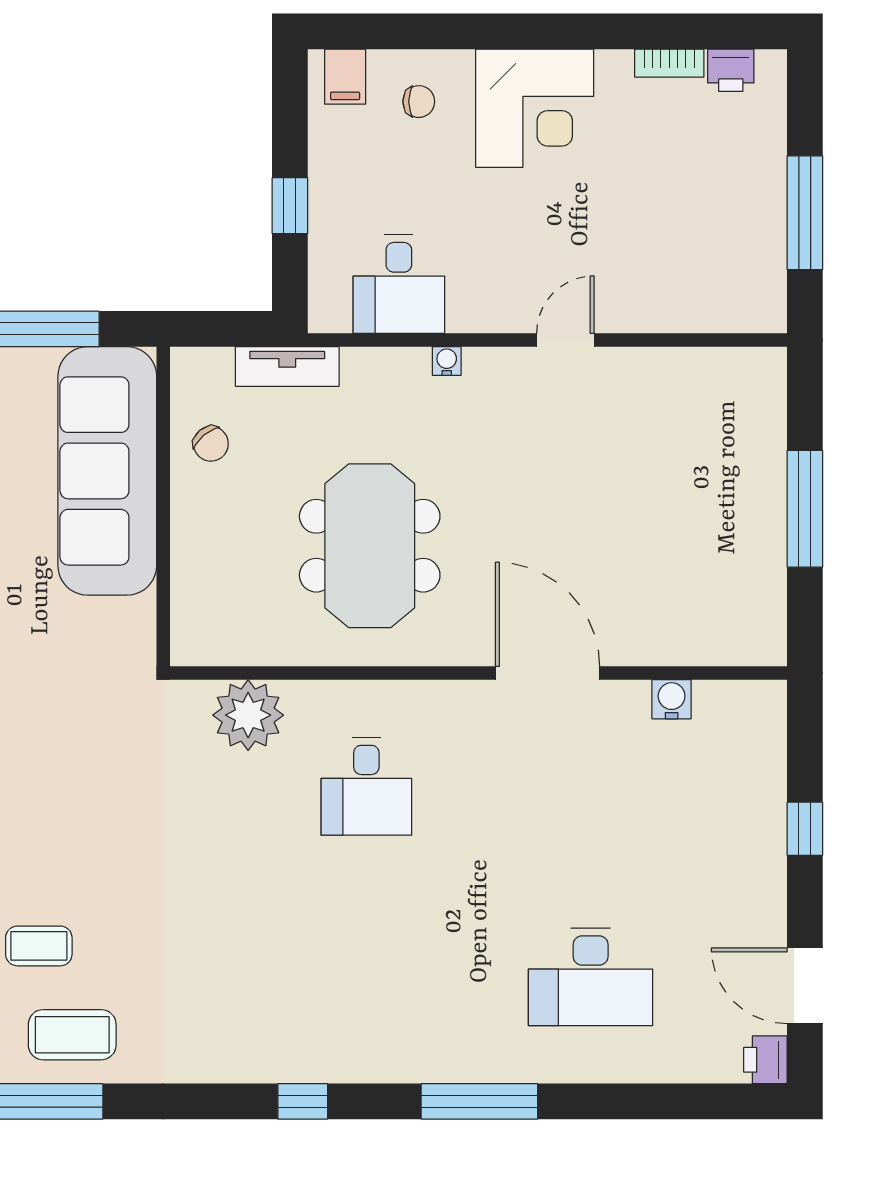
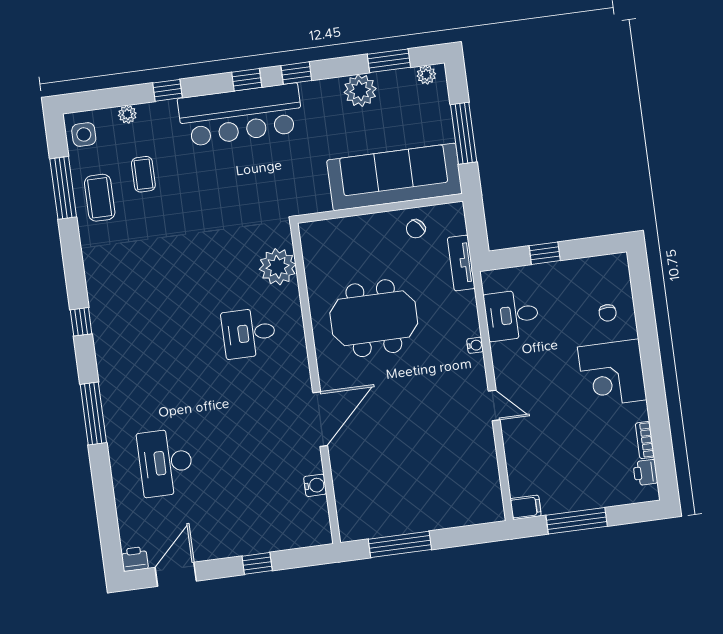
filing cabinet: (345, 77) -> (526, 507), moved, turned 180
window: (805, 509) -> (400, 544), moved

